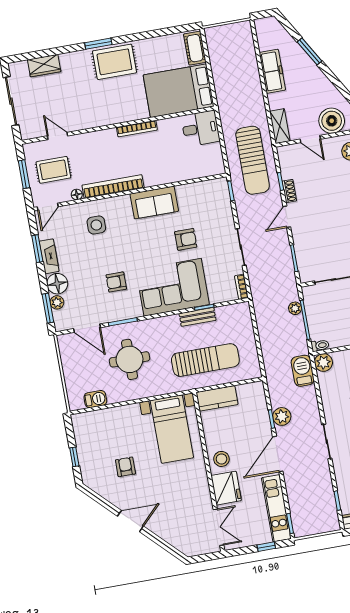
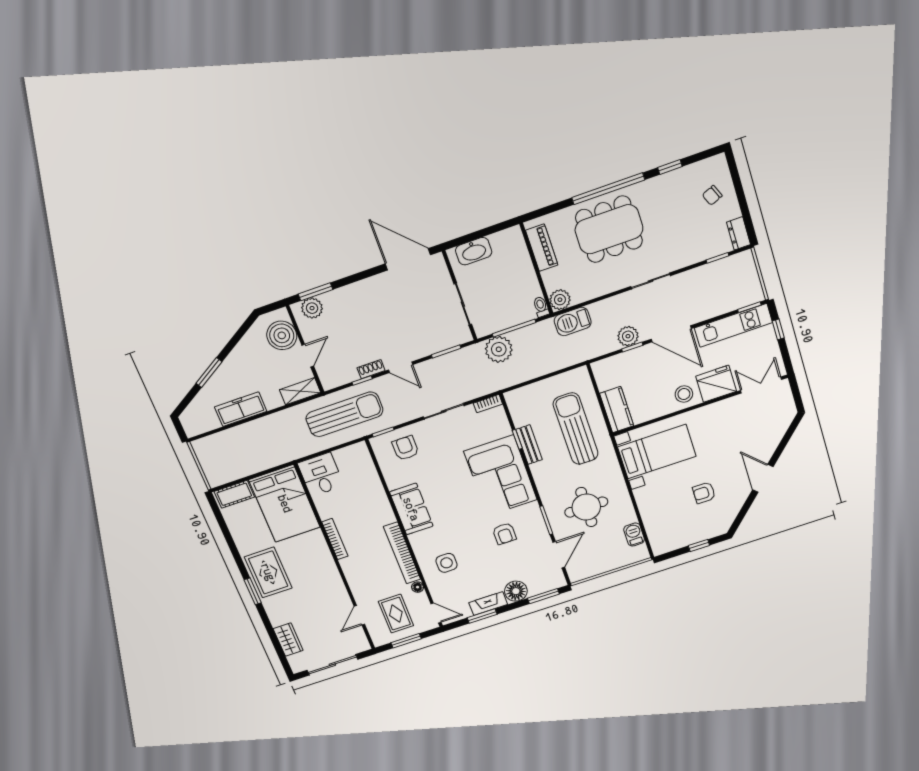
armchair: (186, 239) -> (405, 448), moved
plant: (57, 302) -> (536, 588), removed
plant: (295, 308) -> (499, 349), width x1.88, depth x1.88

